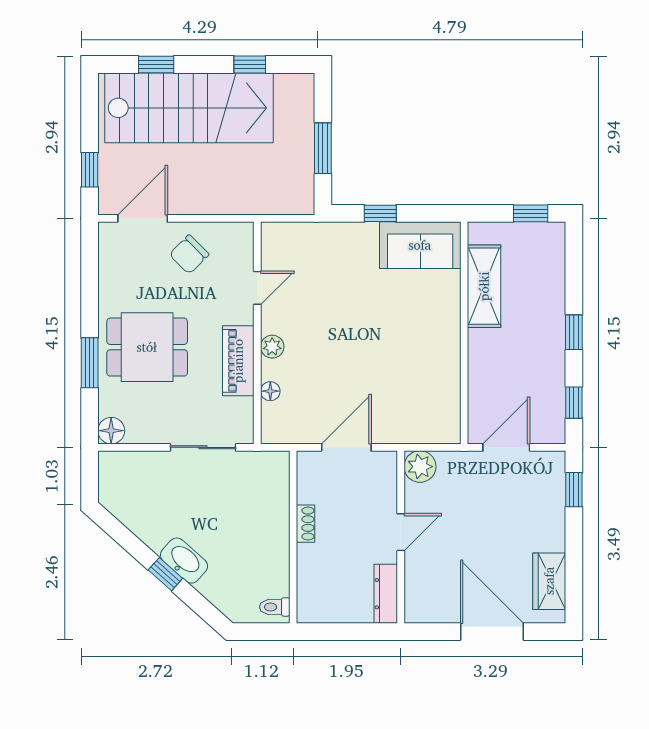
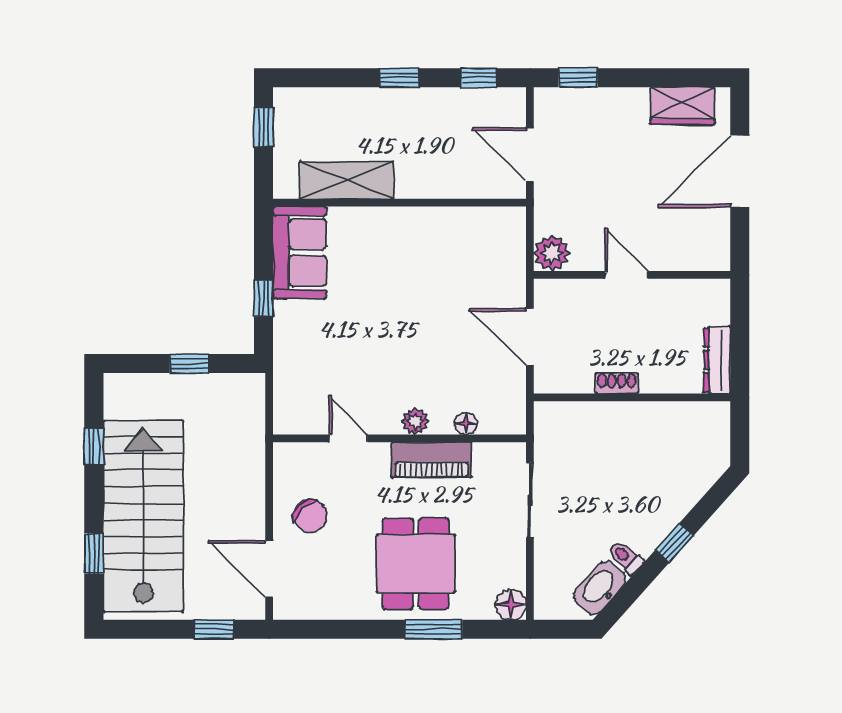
window: (323, 148) -> (189, 364), width x0.67
washbasin: (184, 561) -> (600, 588), moved
dresser: (386, 594) -> (717, 360), moved, turned 90
toilet: (275, 607) -> (626, 557), moved, turned 132

